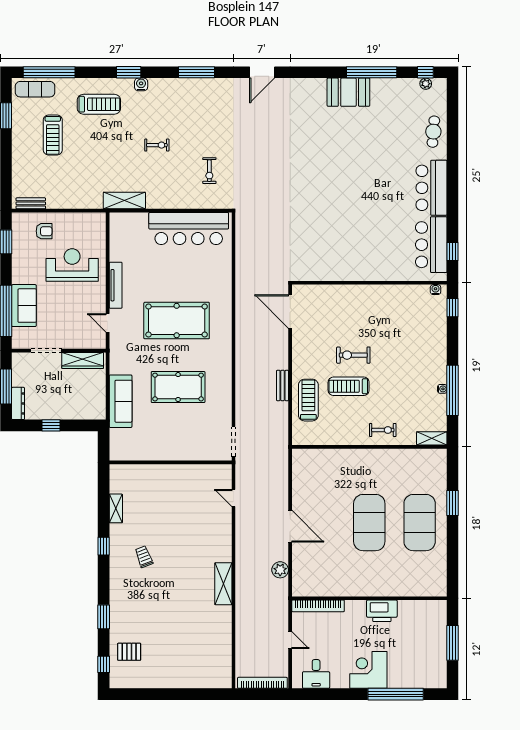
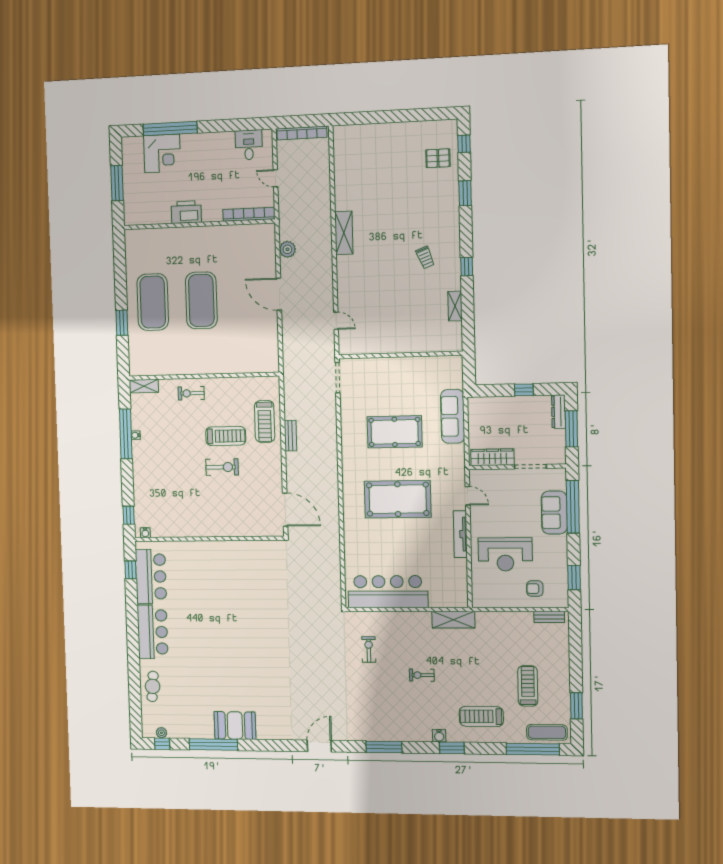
corner desk: (368, 670) -> (162, 153), moved

